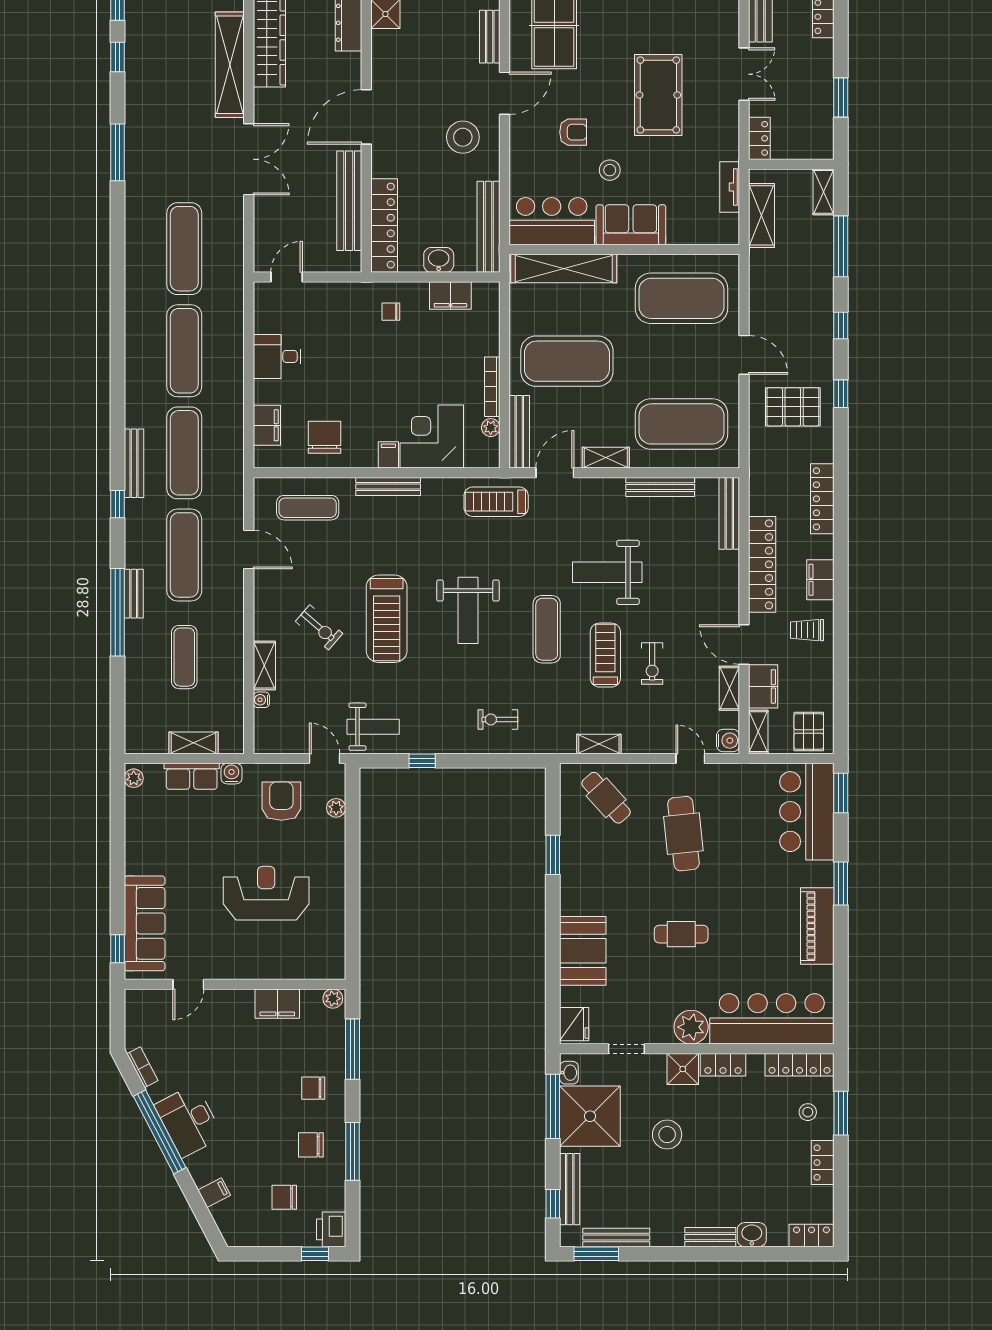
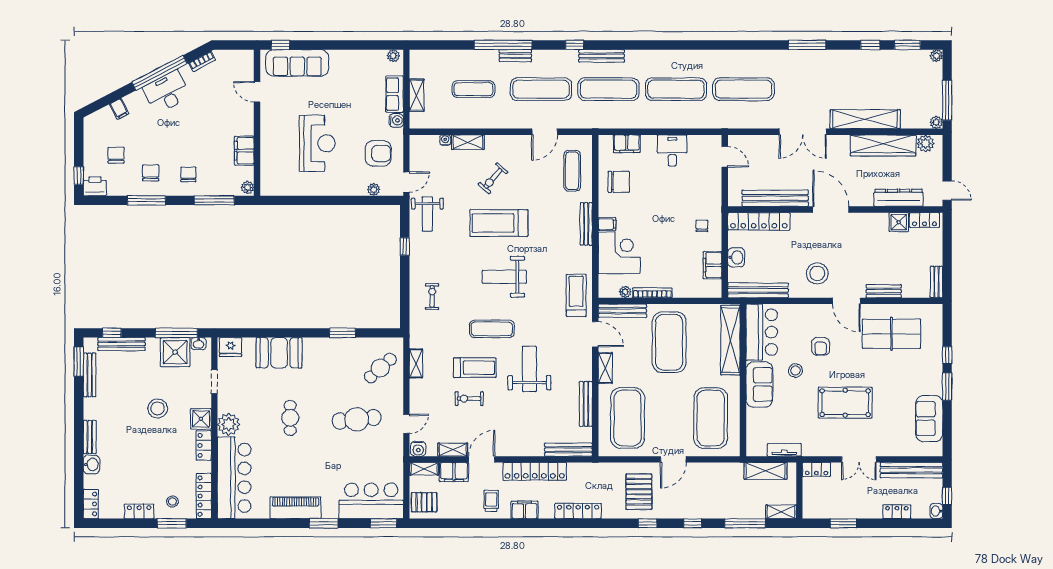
shower: (590, 1116) -> (175, 352), width x0.73, depth x0.73

